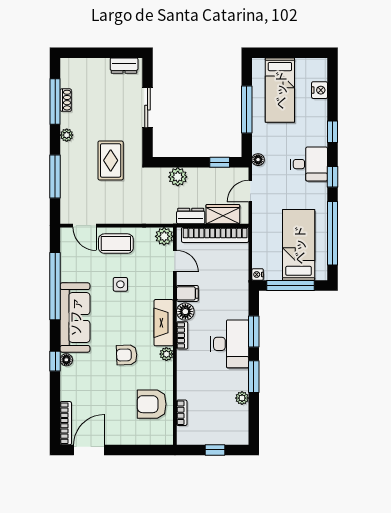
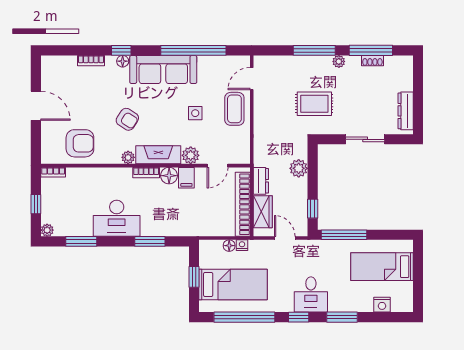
dresser: (124, 66) -> (406, 111), width x1.44
window: (247, 110) -> (344, 235), moved
window: (332, 132) -> (342, 317), width x1.50
floor lamp: (258, 160) -> (229, 246), moved
window: (55, 176) -> (314, 50), moved
plant: (164, 236) -> (191, 155), moved
nightstand: (258, 274) -> (242, 245), moved
window: (291, 286) -> (194, 277), width x0.46
desk: (230, 344) -> (117, 218), moved
armchair: (127, 355) -> (127, 119), turned 125
window: (254, 377) -> (81, 241), moved
plant: (242, 398) -> (47, 230), moved
armchair: (152, 404) -> (80, 143), turned 90
bookcase: (182, 413) -> (53, 172), moved
bookcase: (66, 423) -> (91, 61), moved, width x0.64
door: (89, 450) -> (36, 106), moved

